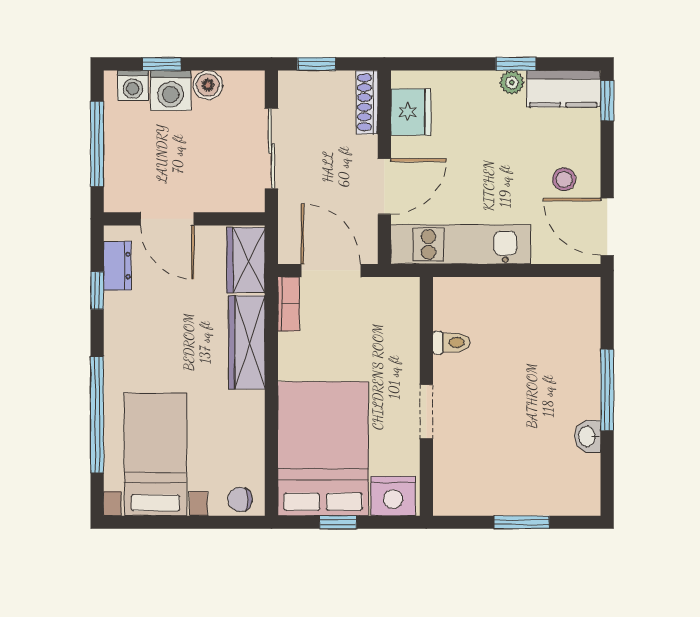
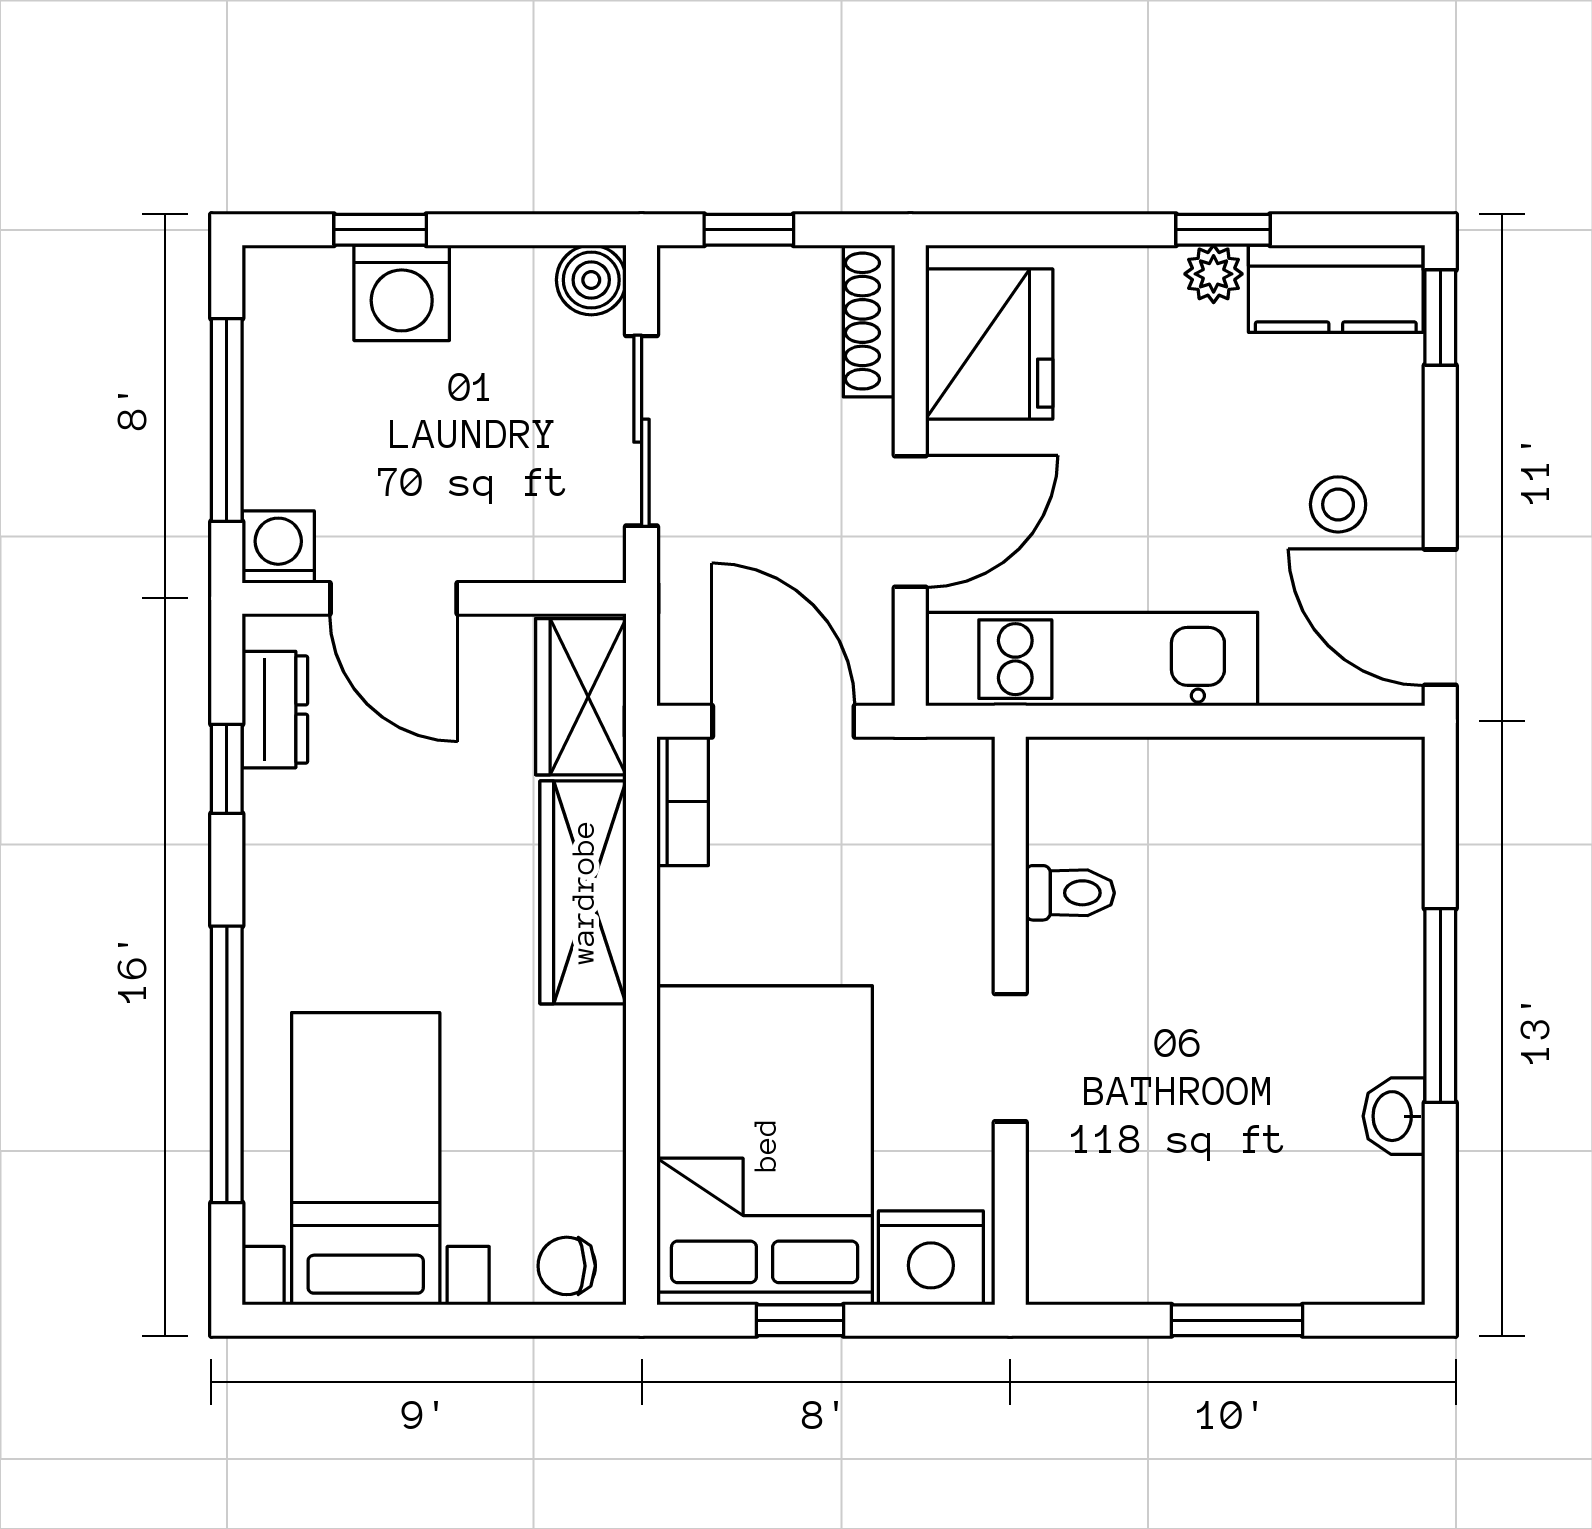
boiler: (208, 85) -> (591, 280), moved
washing machine: (133, 86) -> (278, 547), moved, turned 180
fridge: (411, 112) -> (989, 344), width x1.36, depth x1.34

